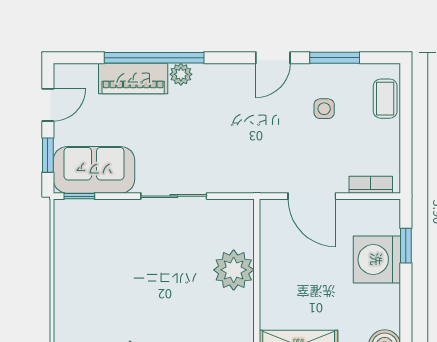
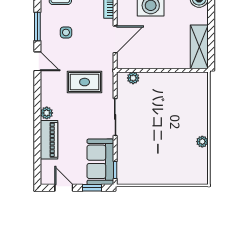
window: (154, 58) -> (37, 128), removed
rug: (236, 142) -> (85, 82), added
plant: (234, 270) -> (133, 78), moved, width x0.53, depth x0.53

